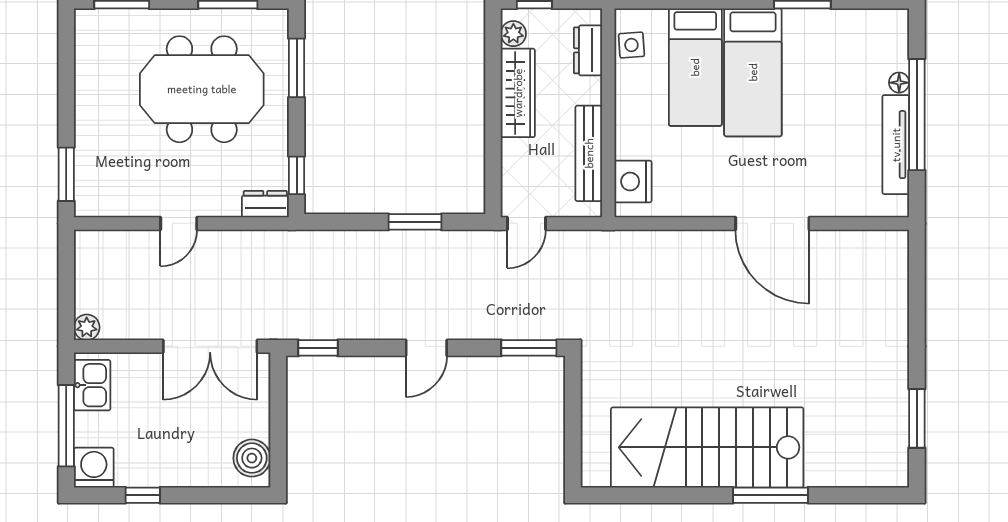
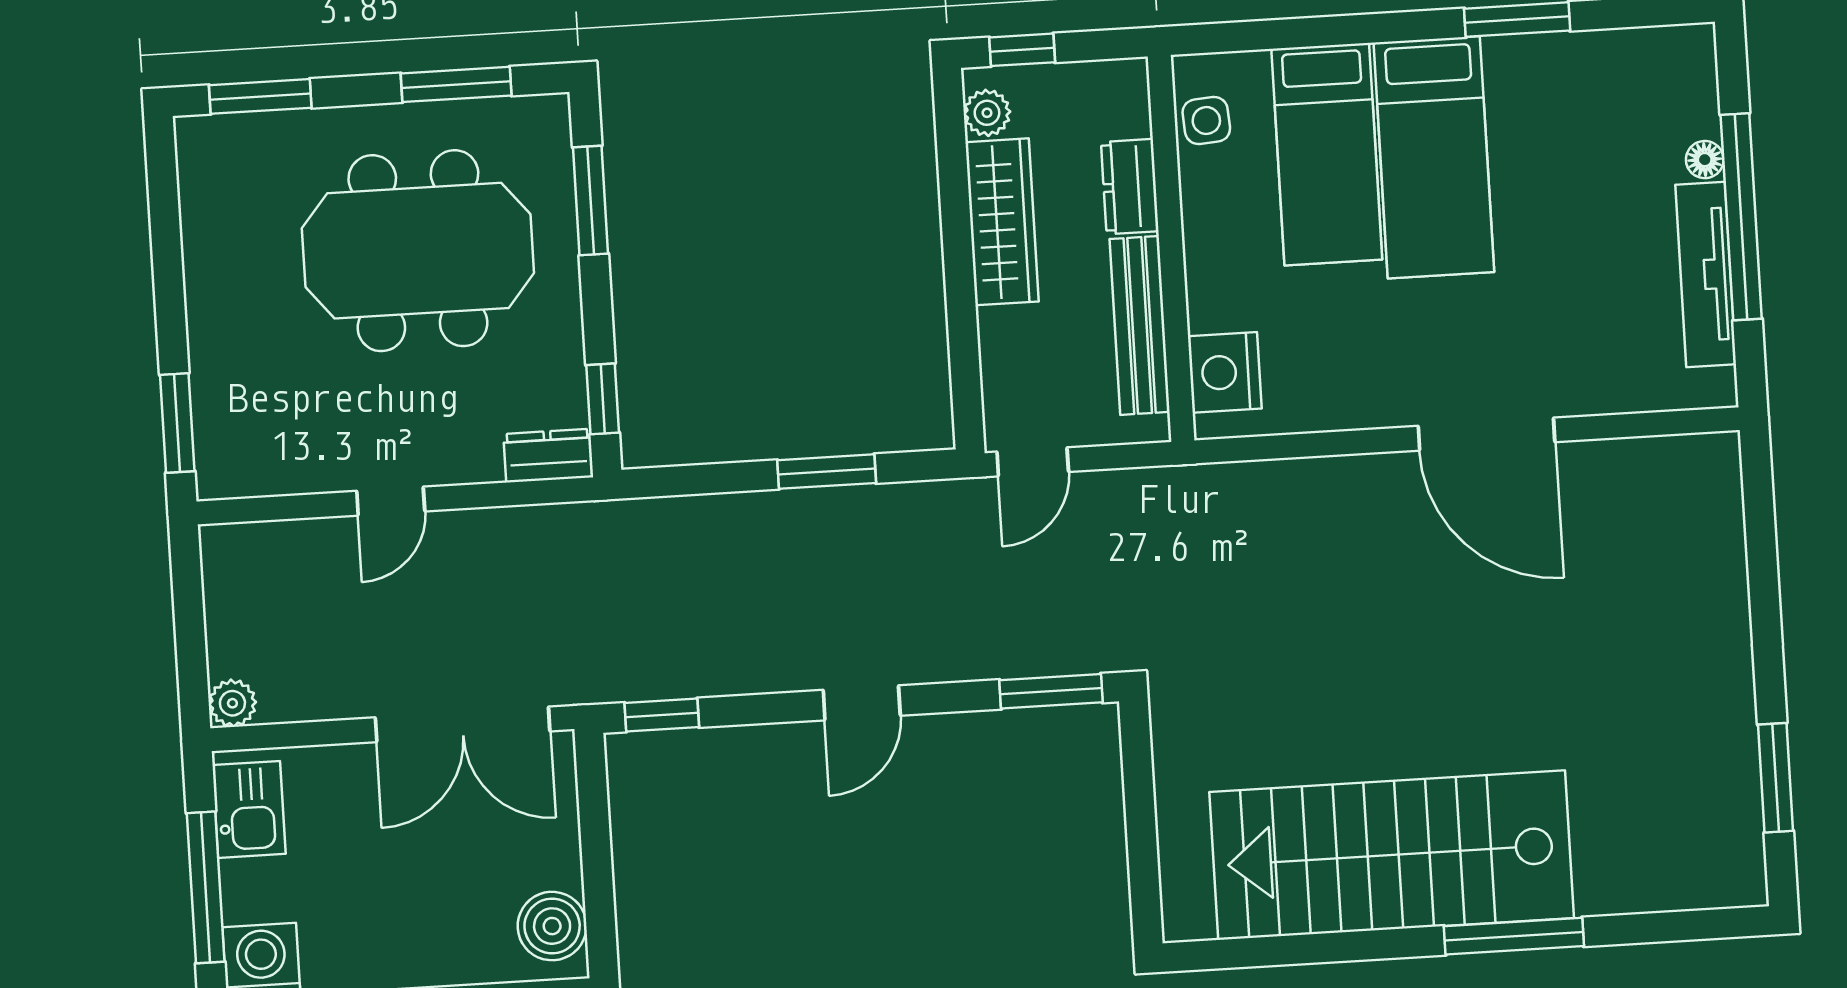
dresser: (588, 50) -> (1130, 187), moved

